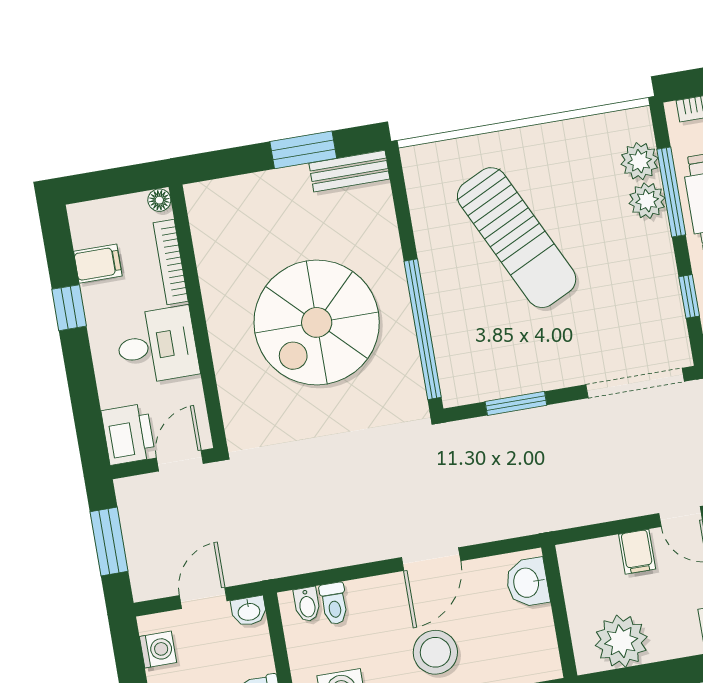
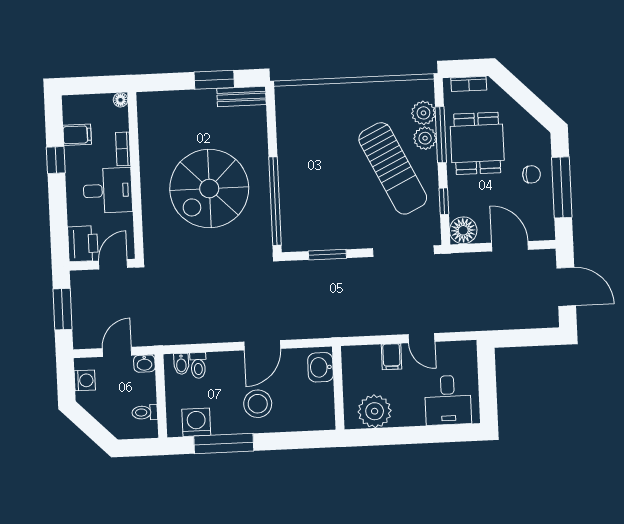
sun lounger: (517, 238) -> (393, 168), moved
bookcase: (171, 262) -> (123, 149), width x0.64

